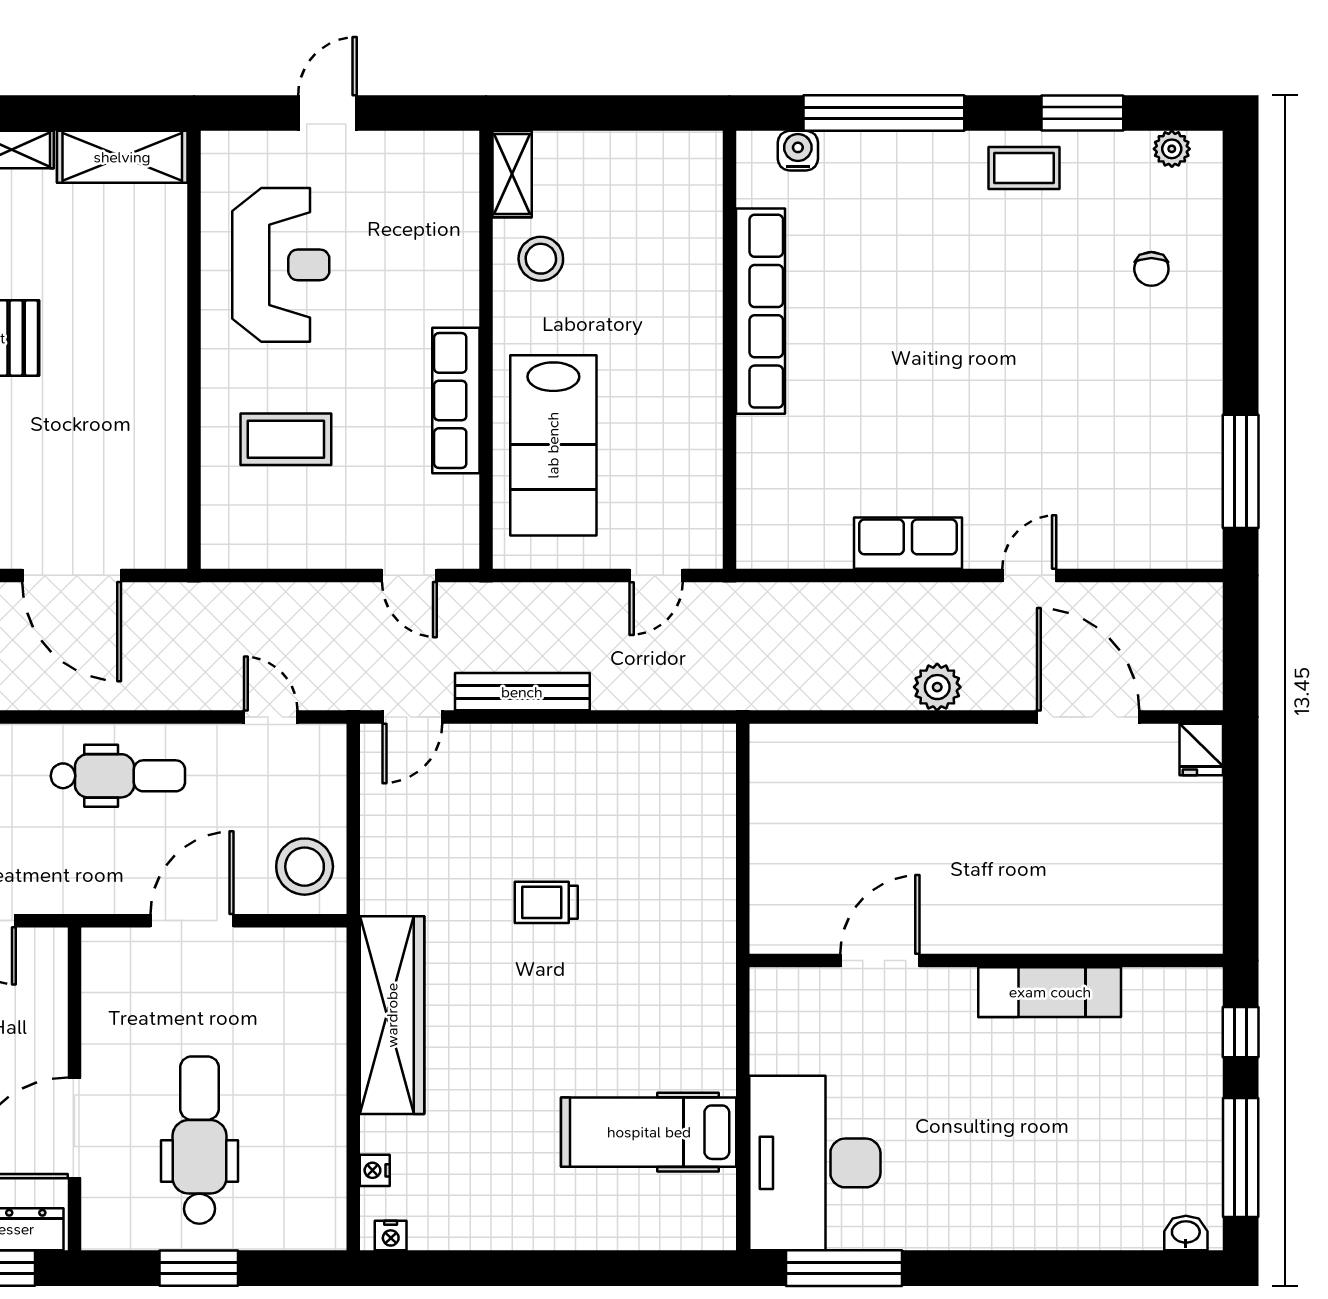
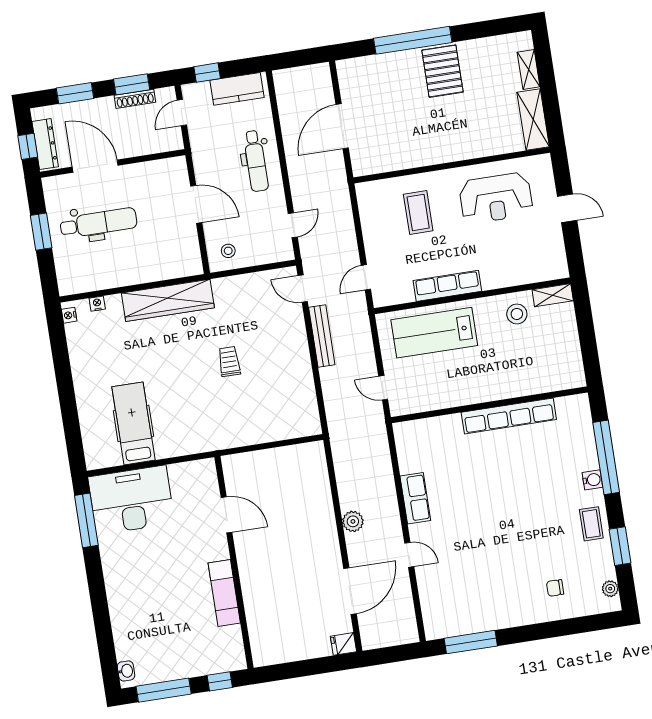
water cooler: (798, 151) -> (592, 480), moved
stool: (305, 867) -> (228, 251), width x0.53, depth x0.53

